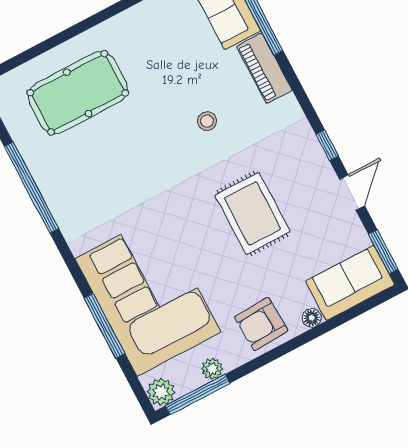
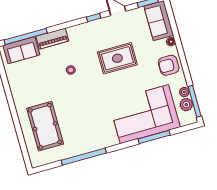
armchair: (261, 324) -> (169, 65), turned 93
plant: (161, 392) -> (186, 105), moved

